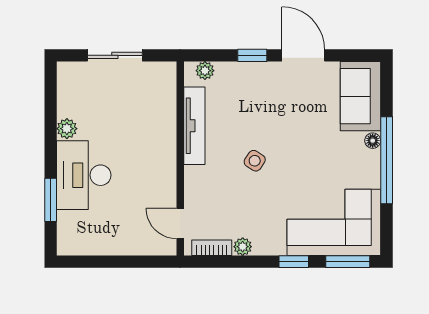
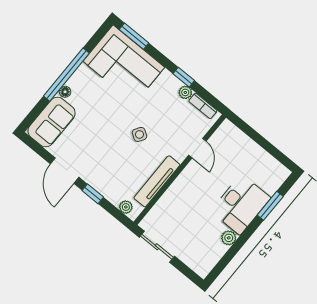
sliding door: (115, 55) -> (157, 247), moved
door: (180, 224) -> (197, 148), moved
window: (294, 262) -> (184, 77), moved

